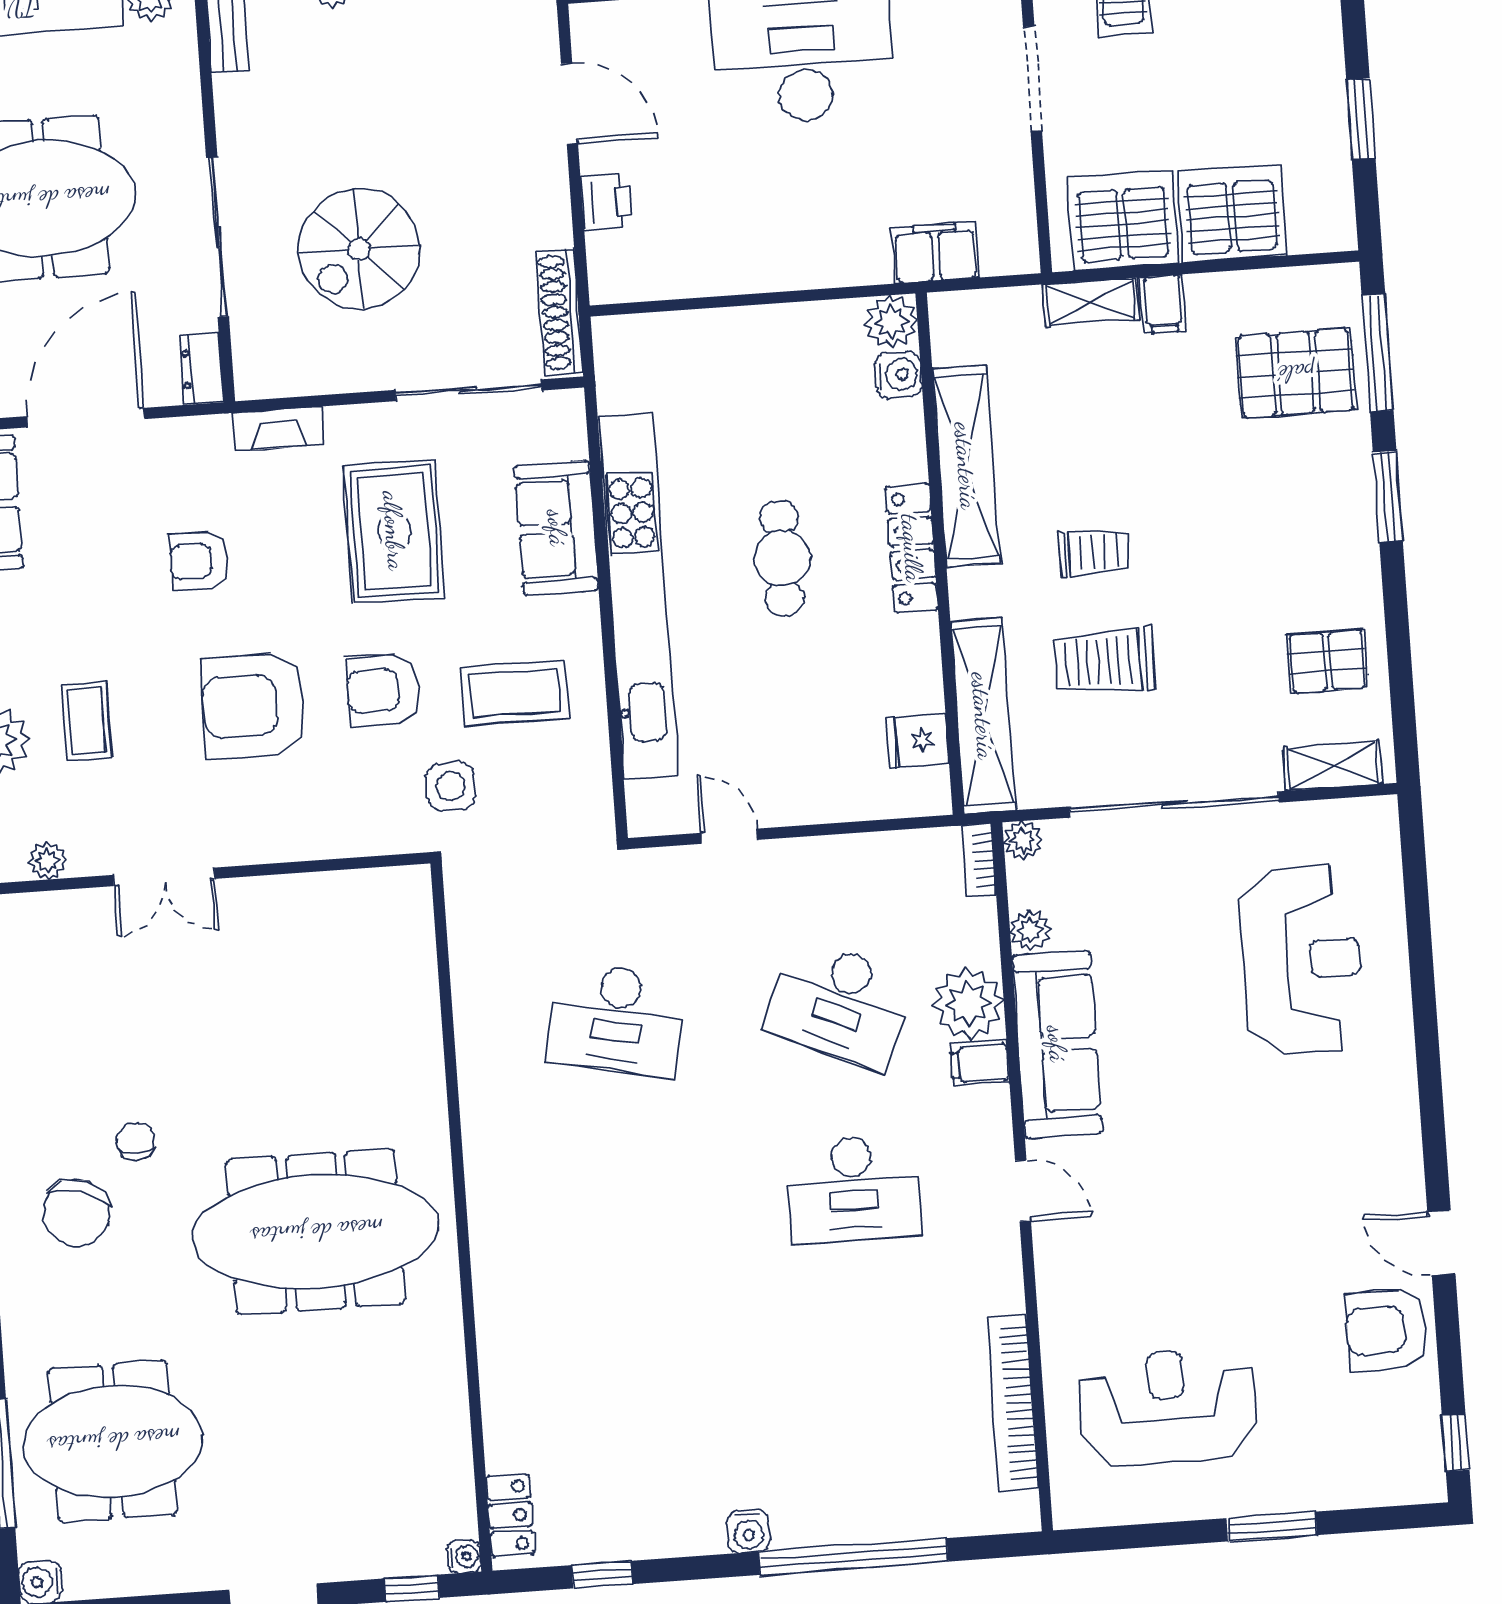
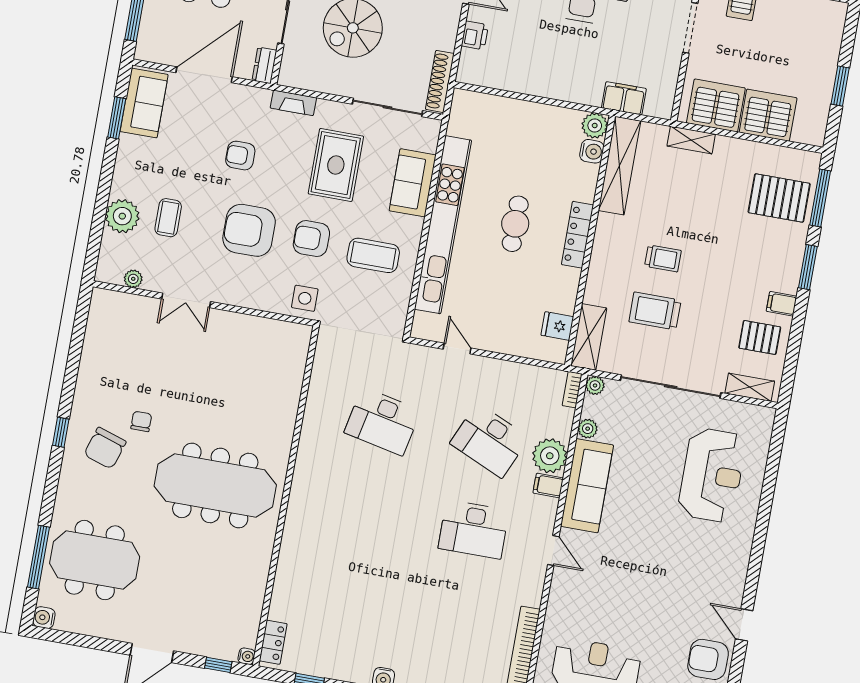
filing cabinet: (1163, 304) -> (782, 304), moved, turned 90
shelving: (966, 466) -> (619, 166), moved
shelving: (983, 716) -> (589, 337), width x0.68
side table: (451, 786) -> (305, 298), moved

